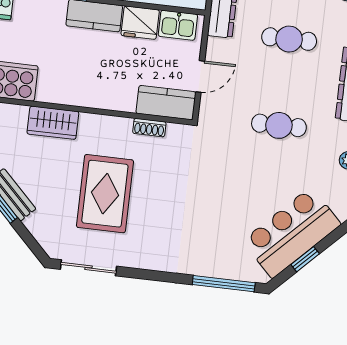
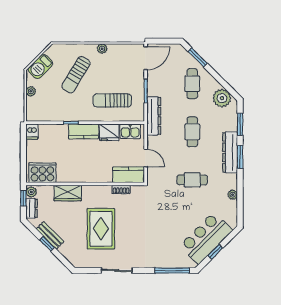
cafe table: (289, 39) -> (192, 132), turned 90
door: (200, 76) -> (146, 158), hinge flipped
sliding door: (88, 268) -> (117, 271), moved

